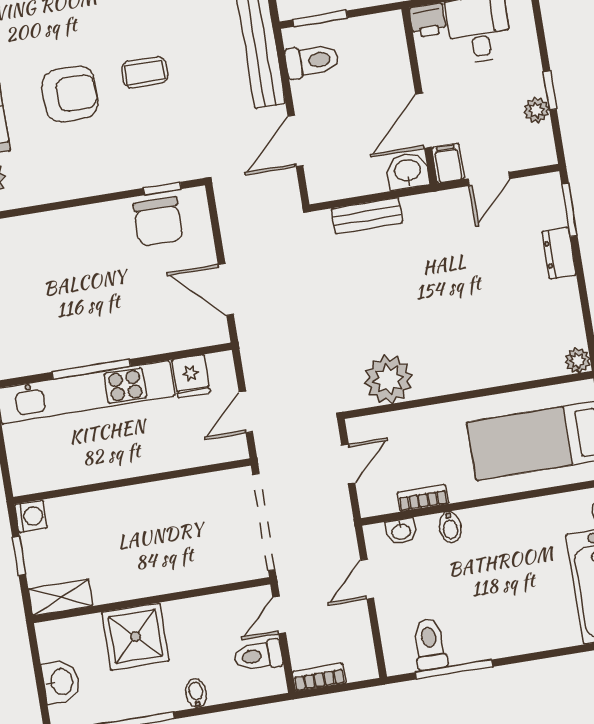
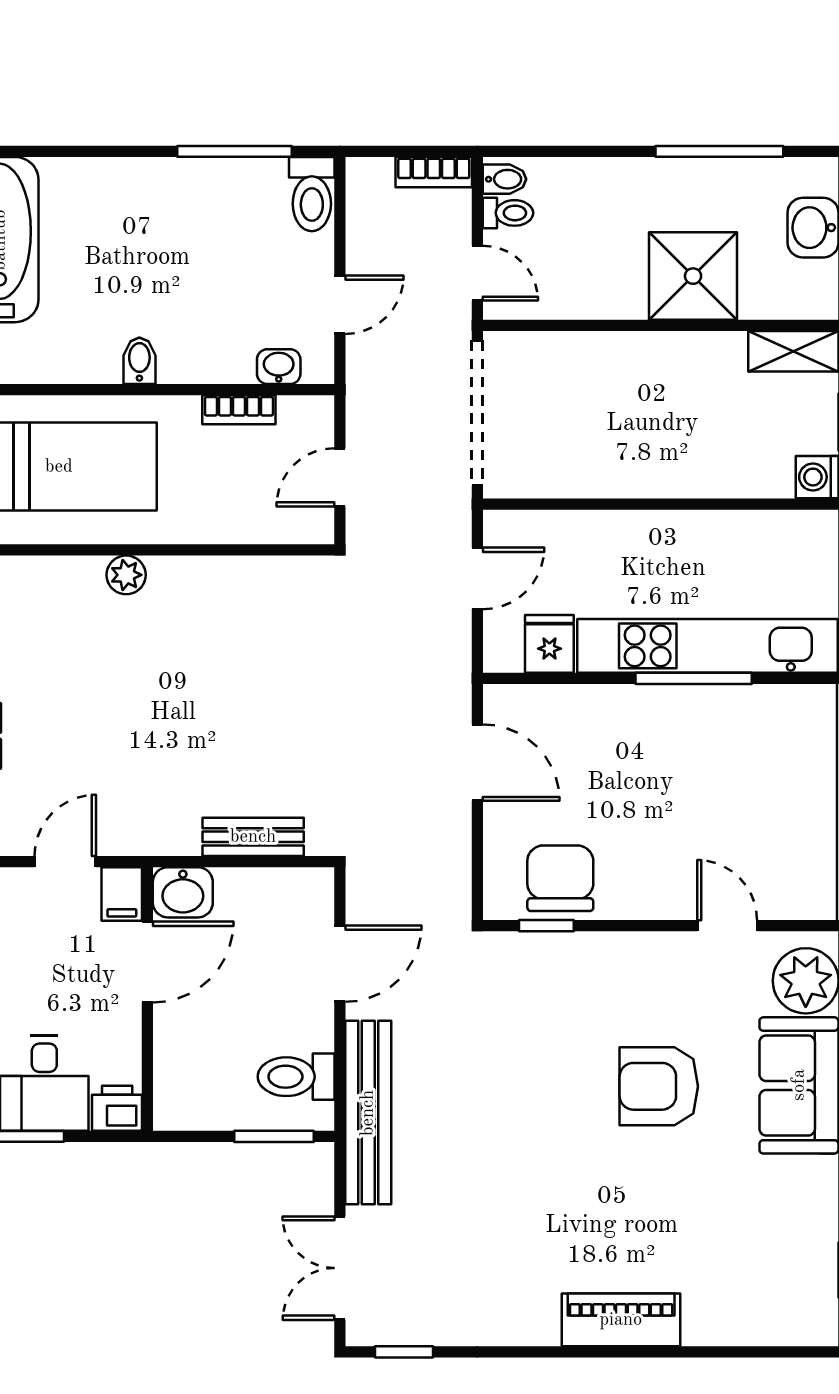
coffee table: (145, 72) -> (544, 1100), removed
door: (42, 208) -> (727, 926), added
plant: (388, 379) -> (126, 575), moved, width x0.53, depth x0.53
bidet: (450, 527) -> (139, 361), moved
door: (279, 615) -> (477, 273), hinge flipped
toilet: (430, 644) -> (312, 194), moved
toilet: (258, 656) -> (508, 213), width x0.73, depth x0.72
bidet: (196, 693) -> (505, 179), moved, turned -90

